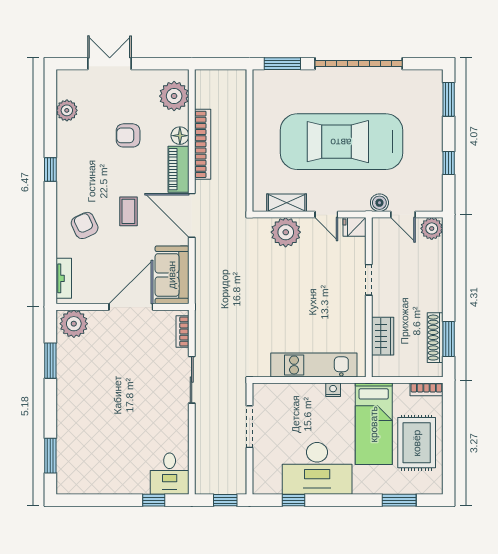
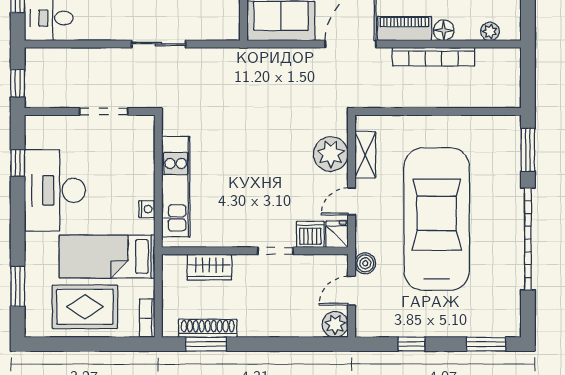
plant: (174, 96) -> (490, 31), width x0.53, depth x0.53
dishwasher: (355, 250) -> (310, 234), added
bookcase: (183, 332) -> (215, 33), removed

